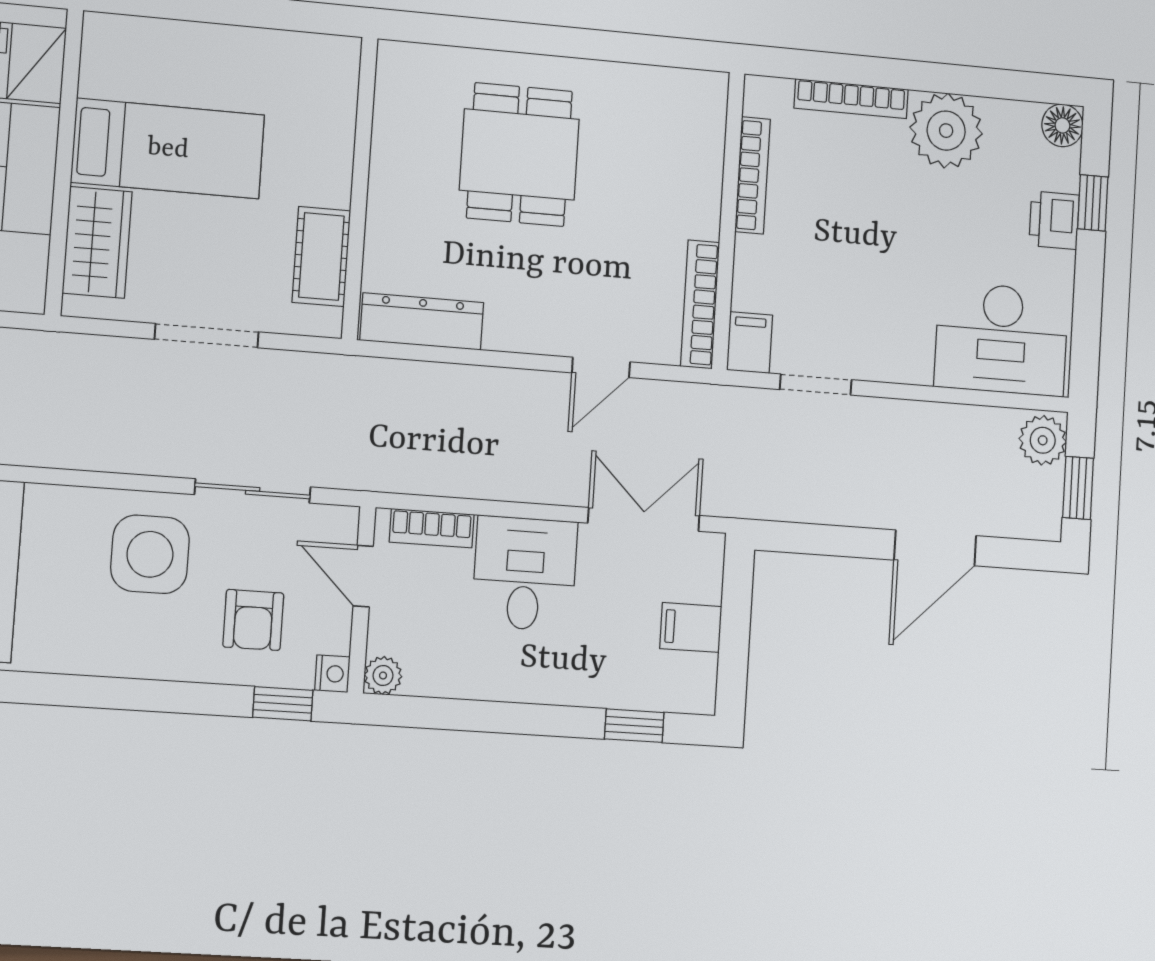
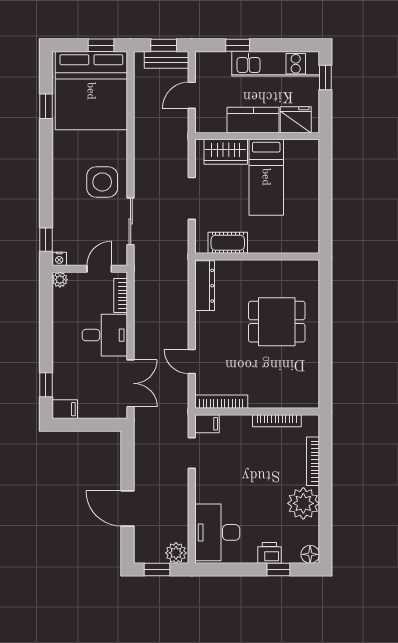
armchair: (253, 620) -> (79, 225), removed
filing cabinet: (691, 627) -> (65, 409), moved, turned 90

